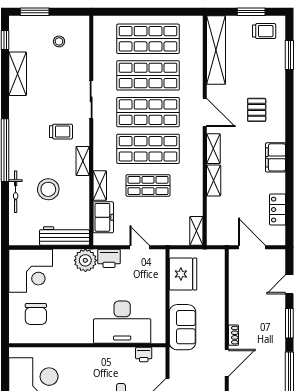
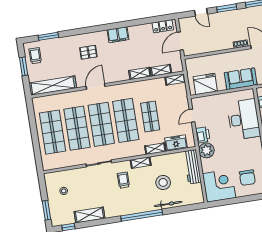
shelving: (213, 149) -> (161, 70), moved
locker: (278, 210) -> (163, 26), moved
chair: (36, 314) -> (247, 178), turned 90

